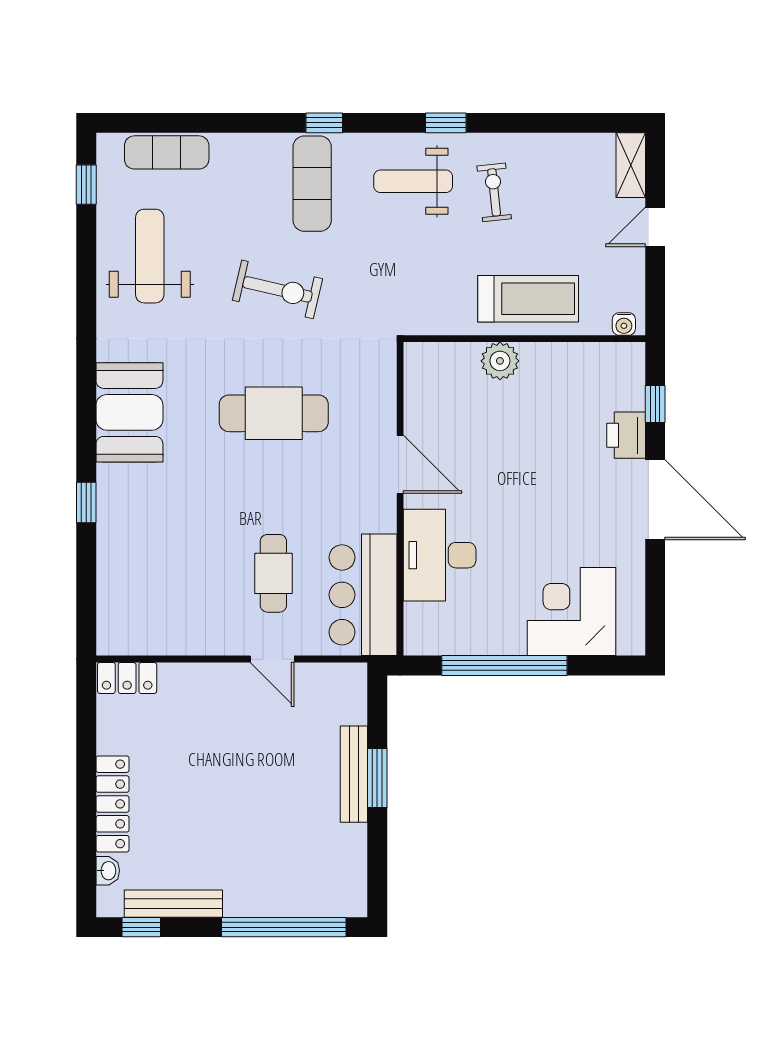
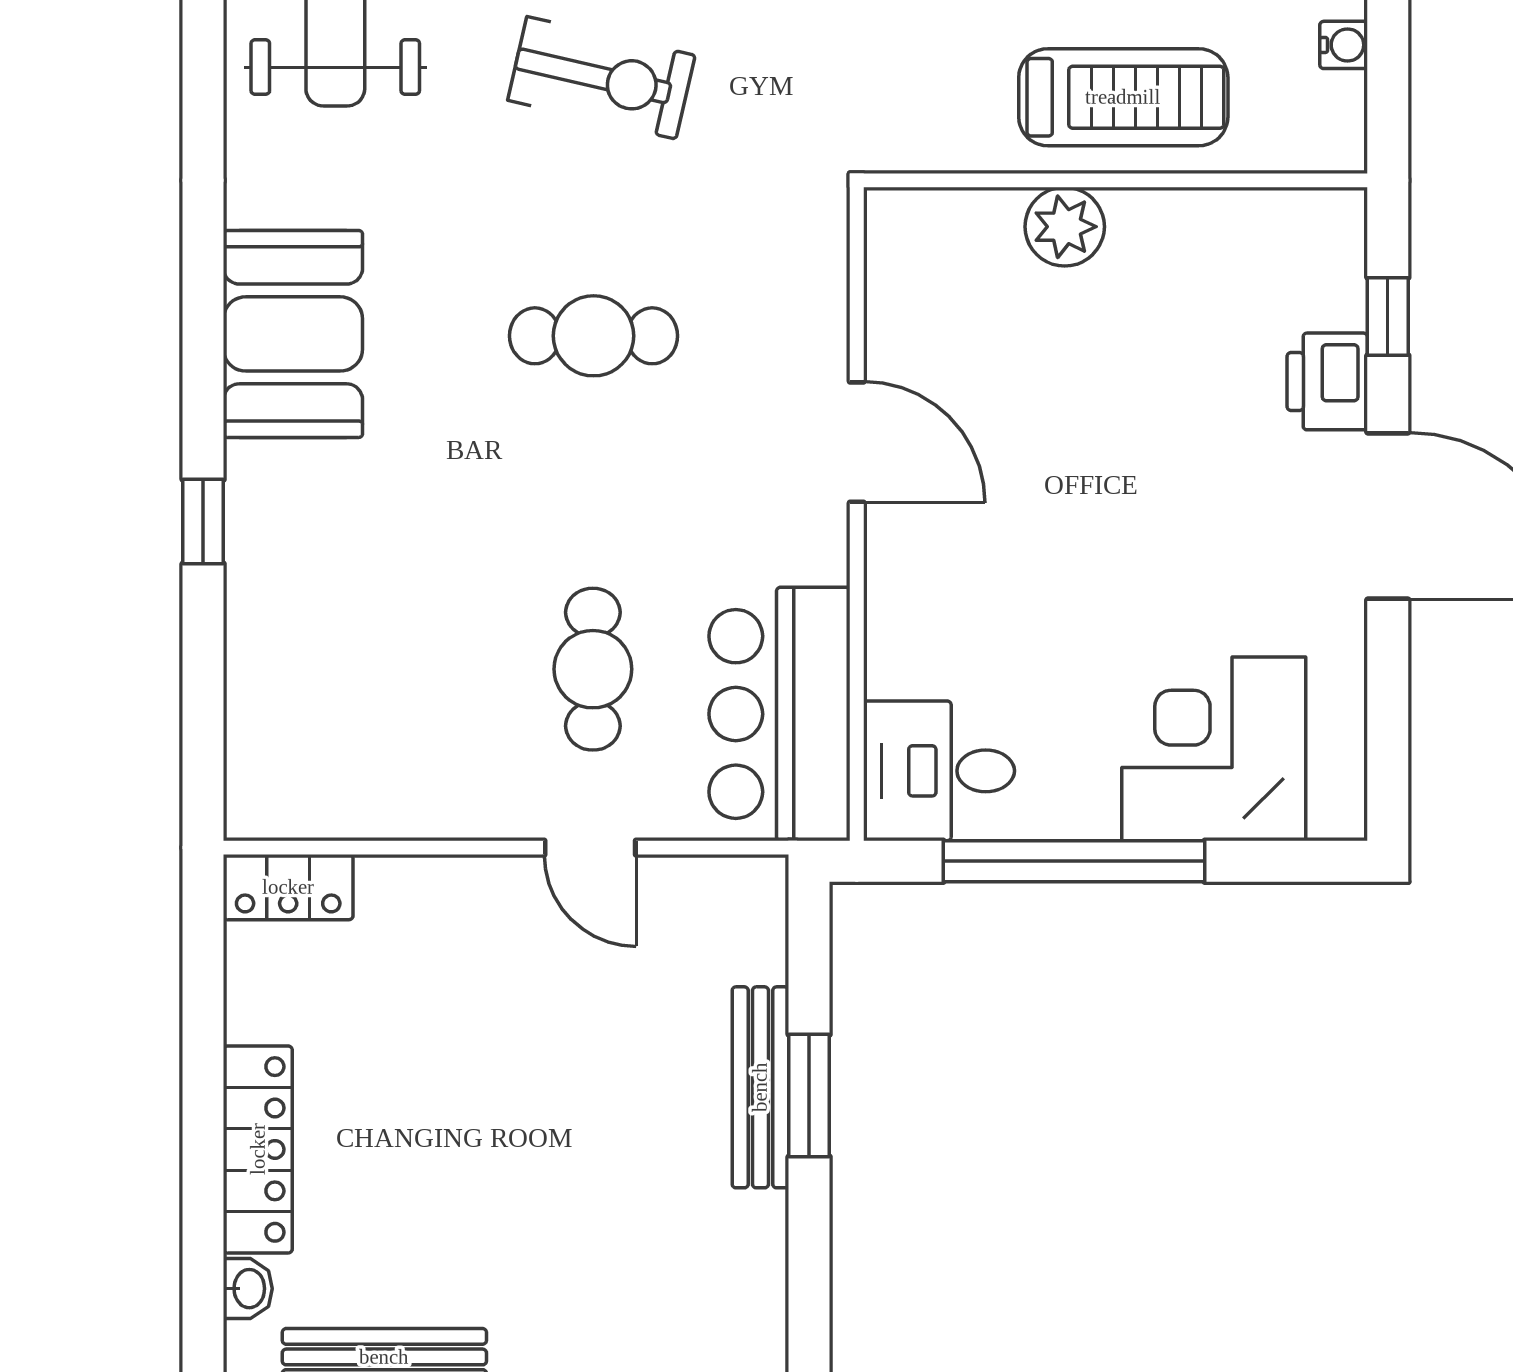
water cooler: (624, 324) -> (1344, 45), moved, turned -90
cafe table: (274, 413) -> (594, 336), width x0.73, depth x0.74
desk: (440, 555) -> (939, 771), moved, width x0.73

